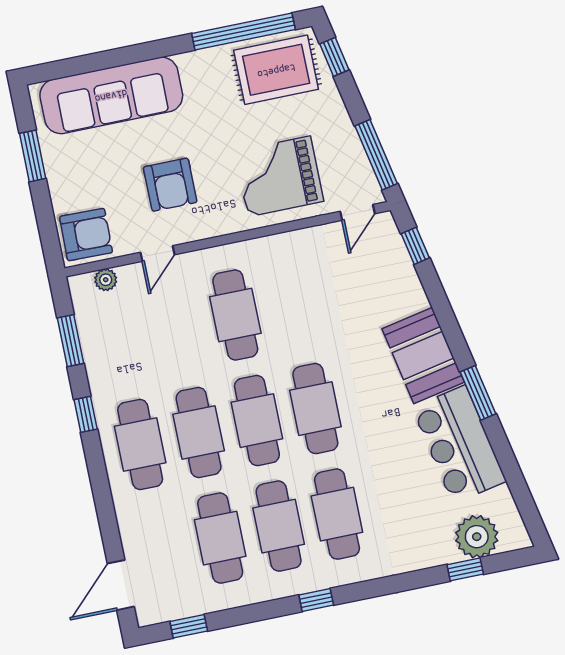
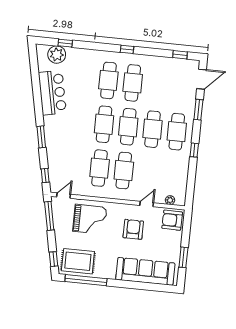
window: (71, 341) -> (198, 110), moved
booth: (423, 355) -> (55, 132), removed
window: (478, 393) -> (41, 137), moved
cafe table: (220, 538) -> (100, 168), moved

